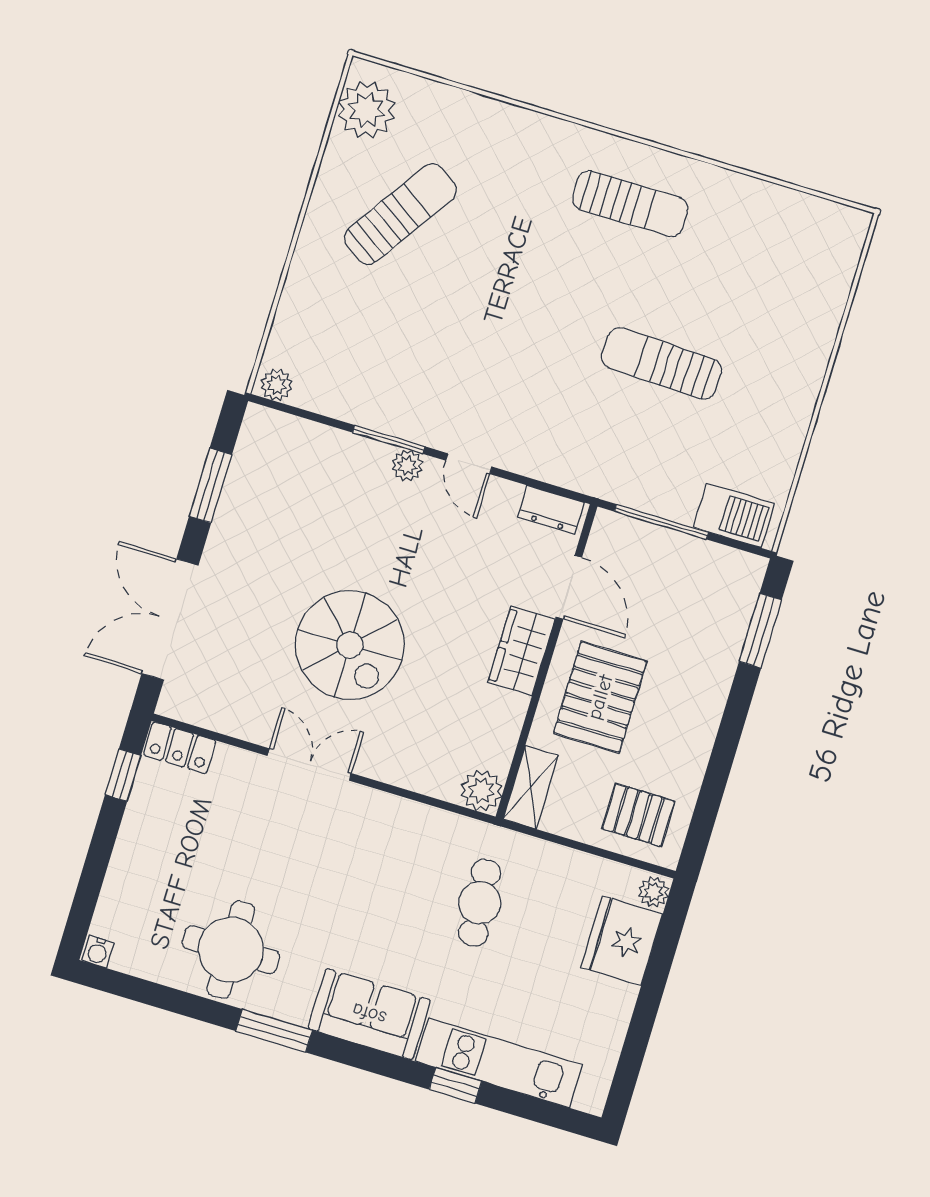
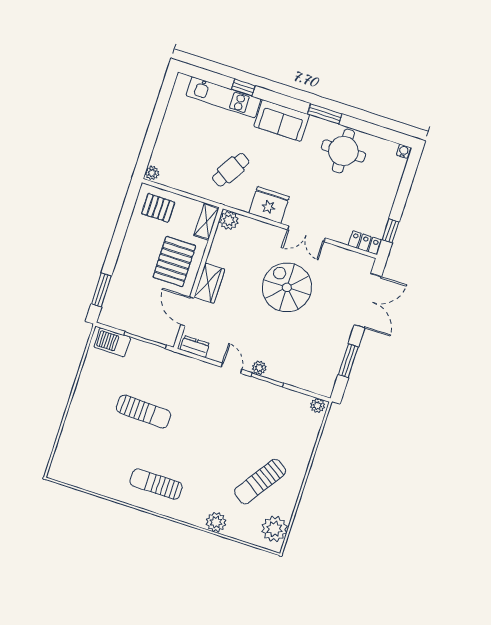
plant: (496, 122) -> (216, 522), added
cafe table: (480, 903) -> (231, 170), turned 37
fridge: (622, 941) -> (269, 205), moved, turned -90

